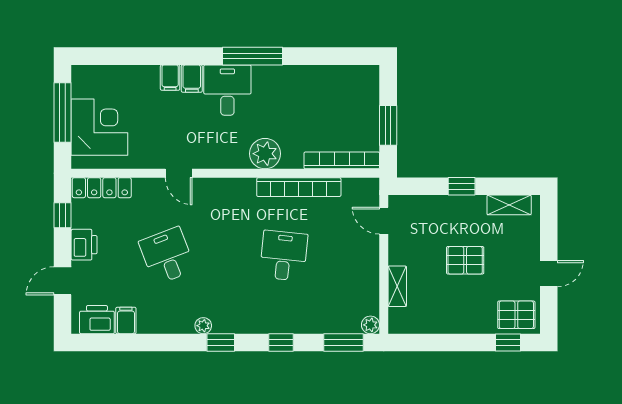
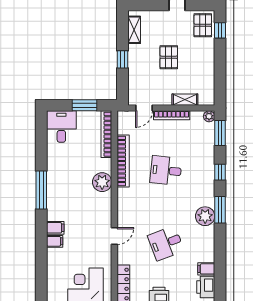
desk: (227, 90) -> (61, 127), moved, turned 90
bookcase: (372, 265) -> (172, 115), added
plant: (203, 326) -> (205, 216), width x1.87, depth x1.87
window: (221, 343) -> (220, 210), width x1.50

